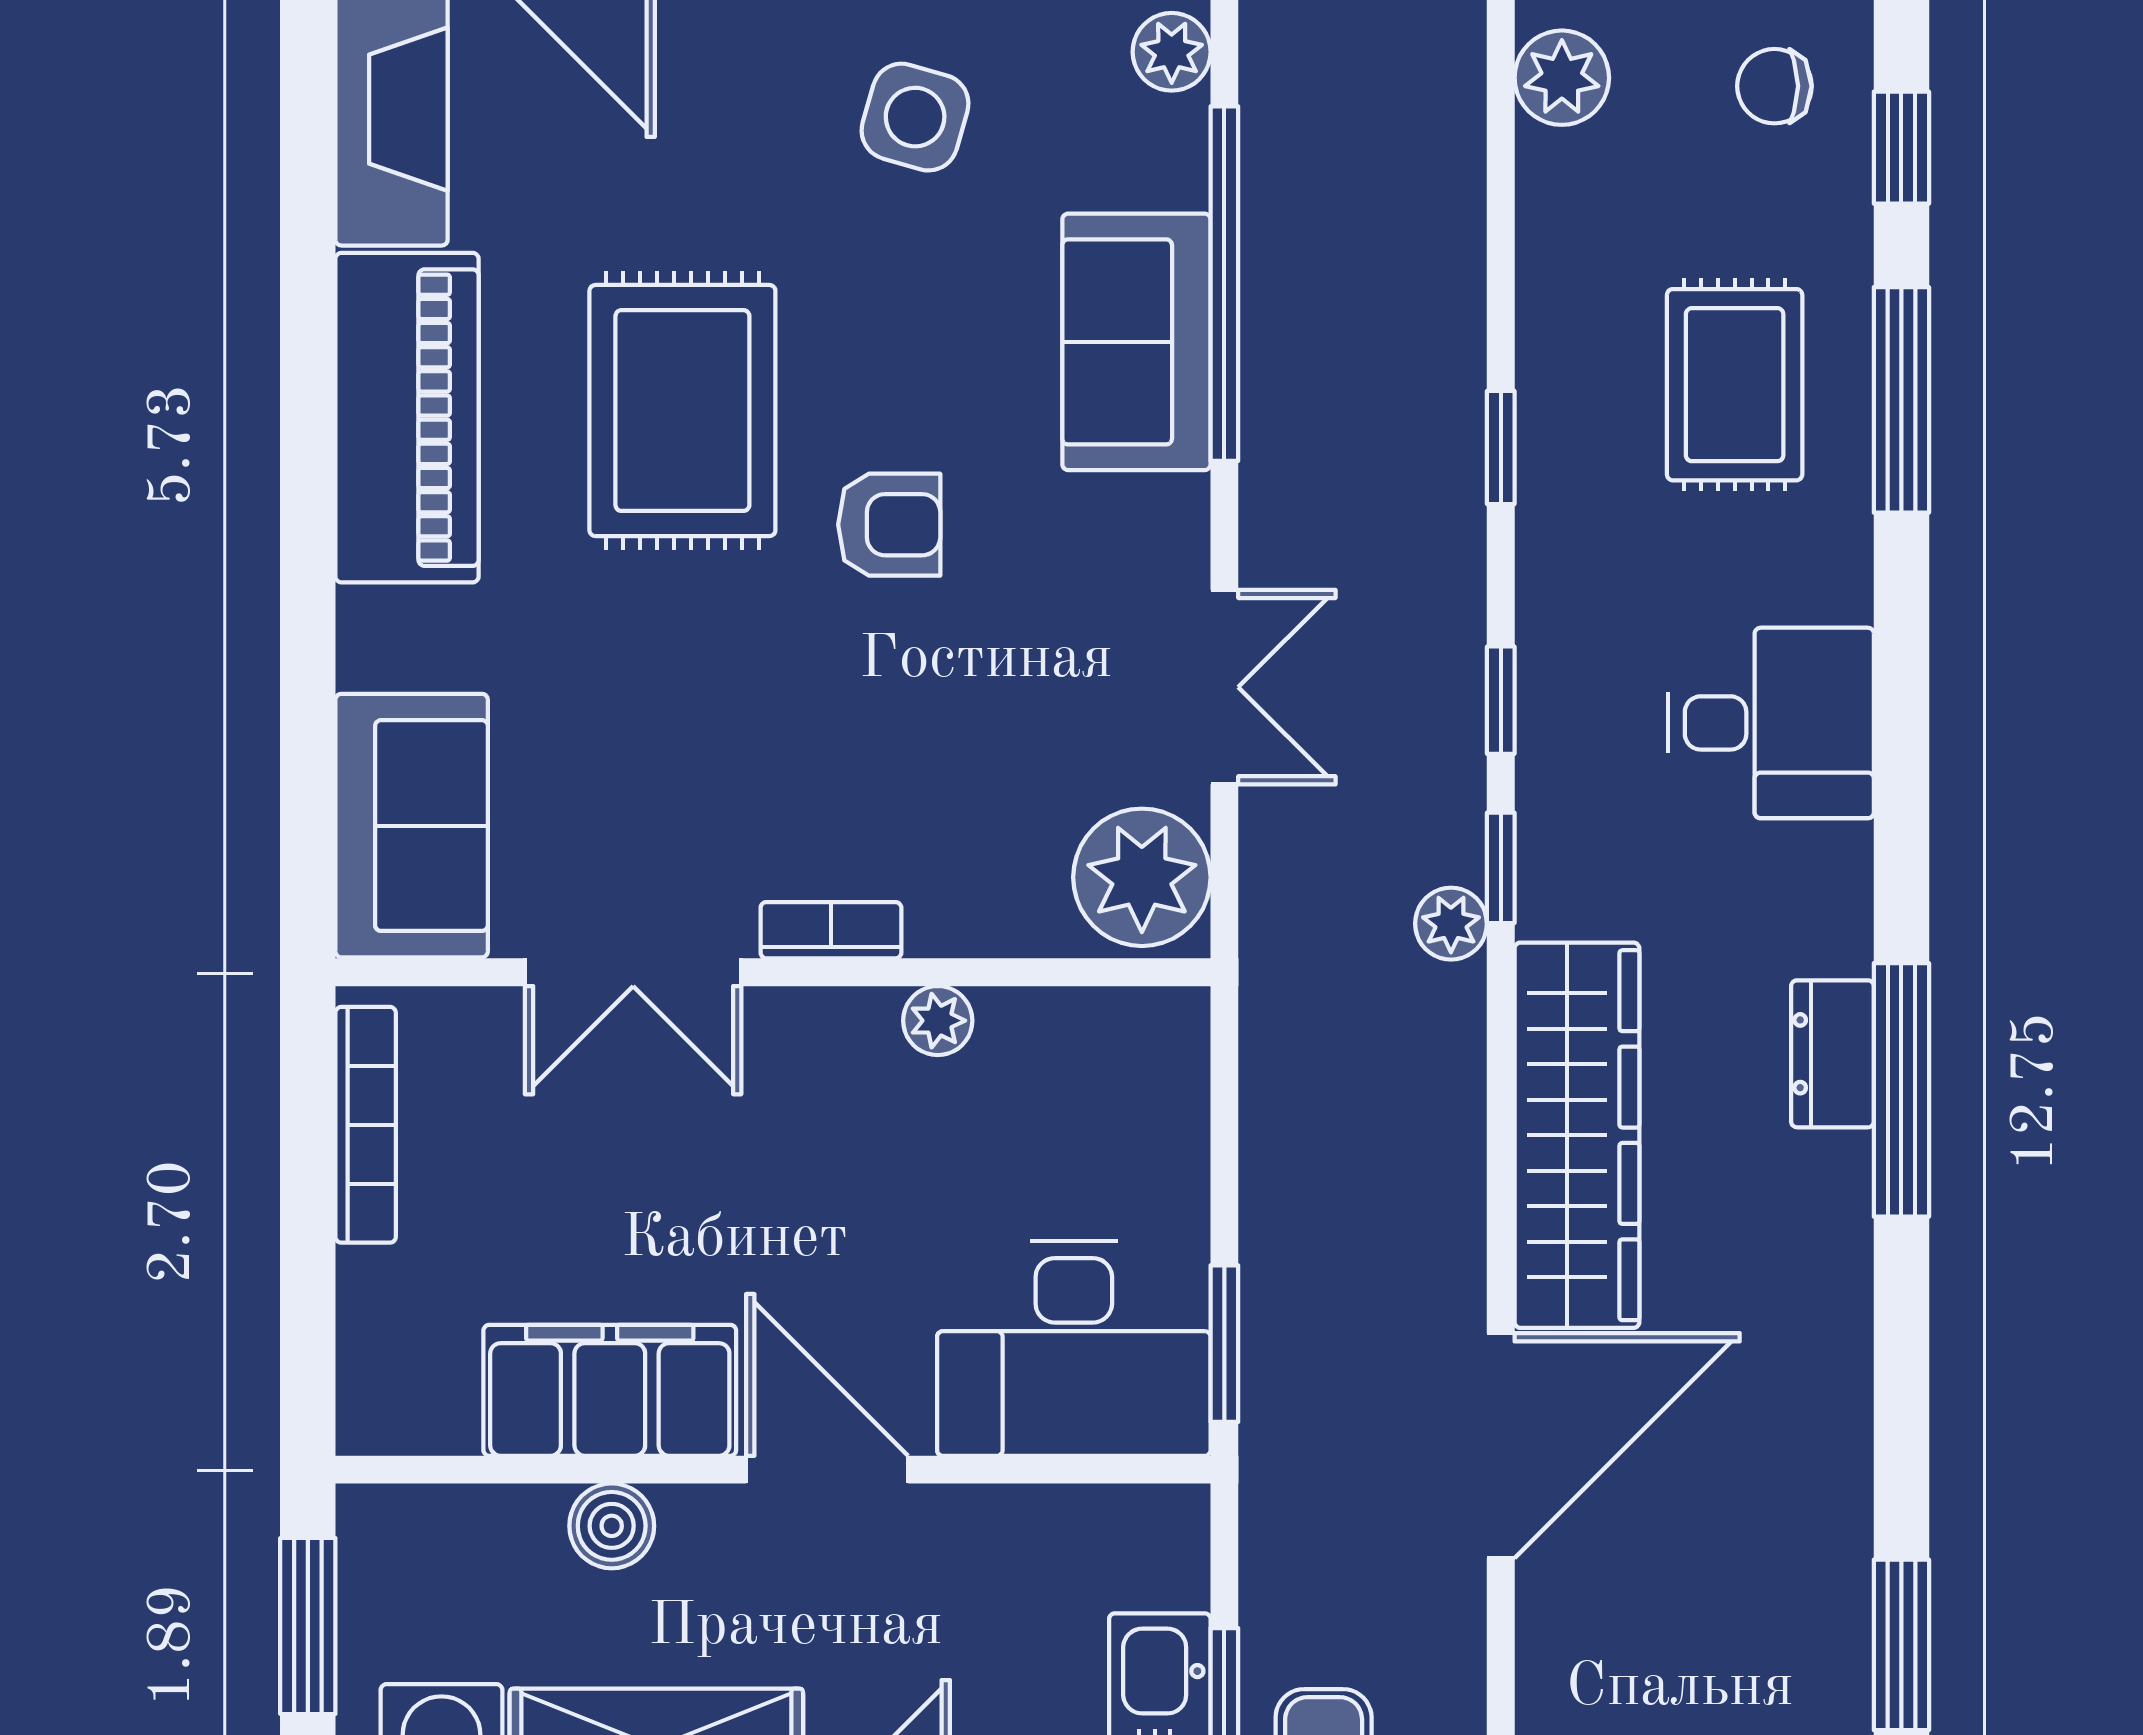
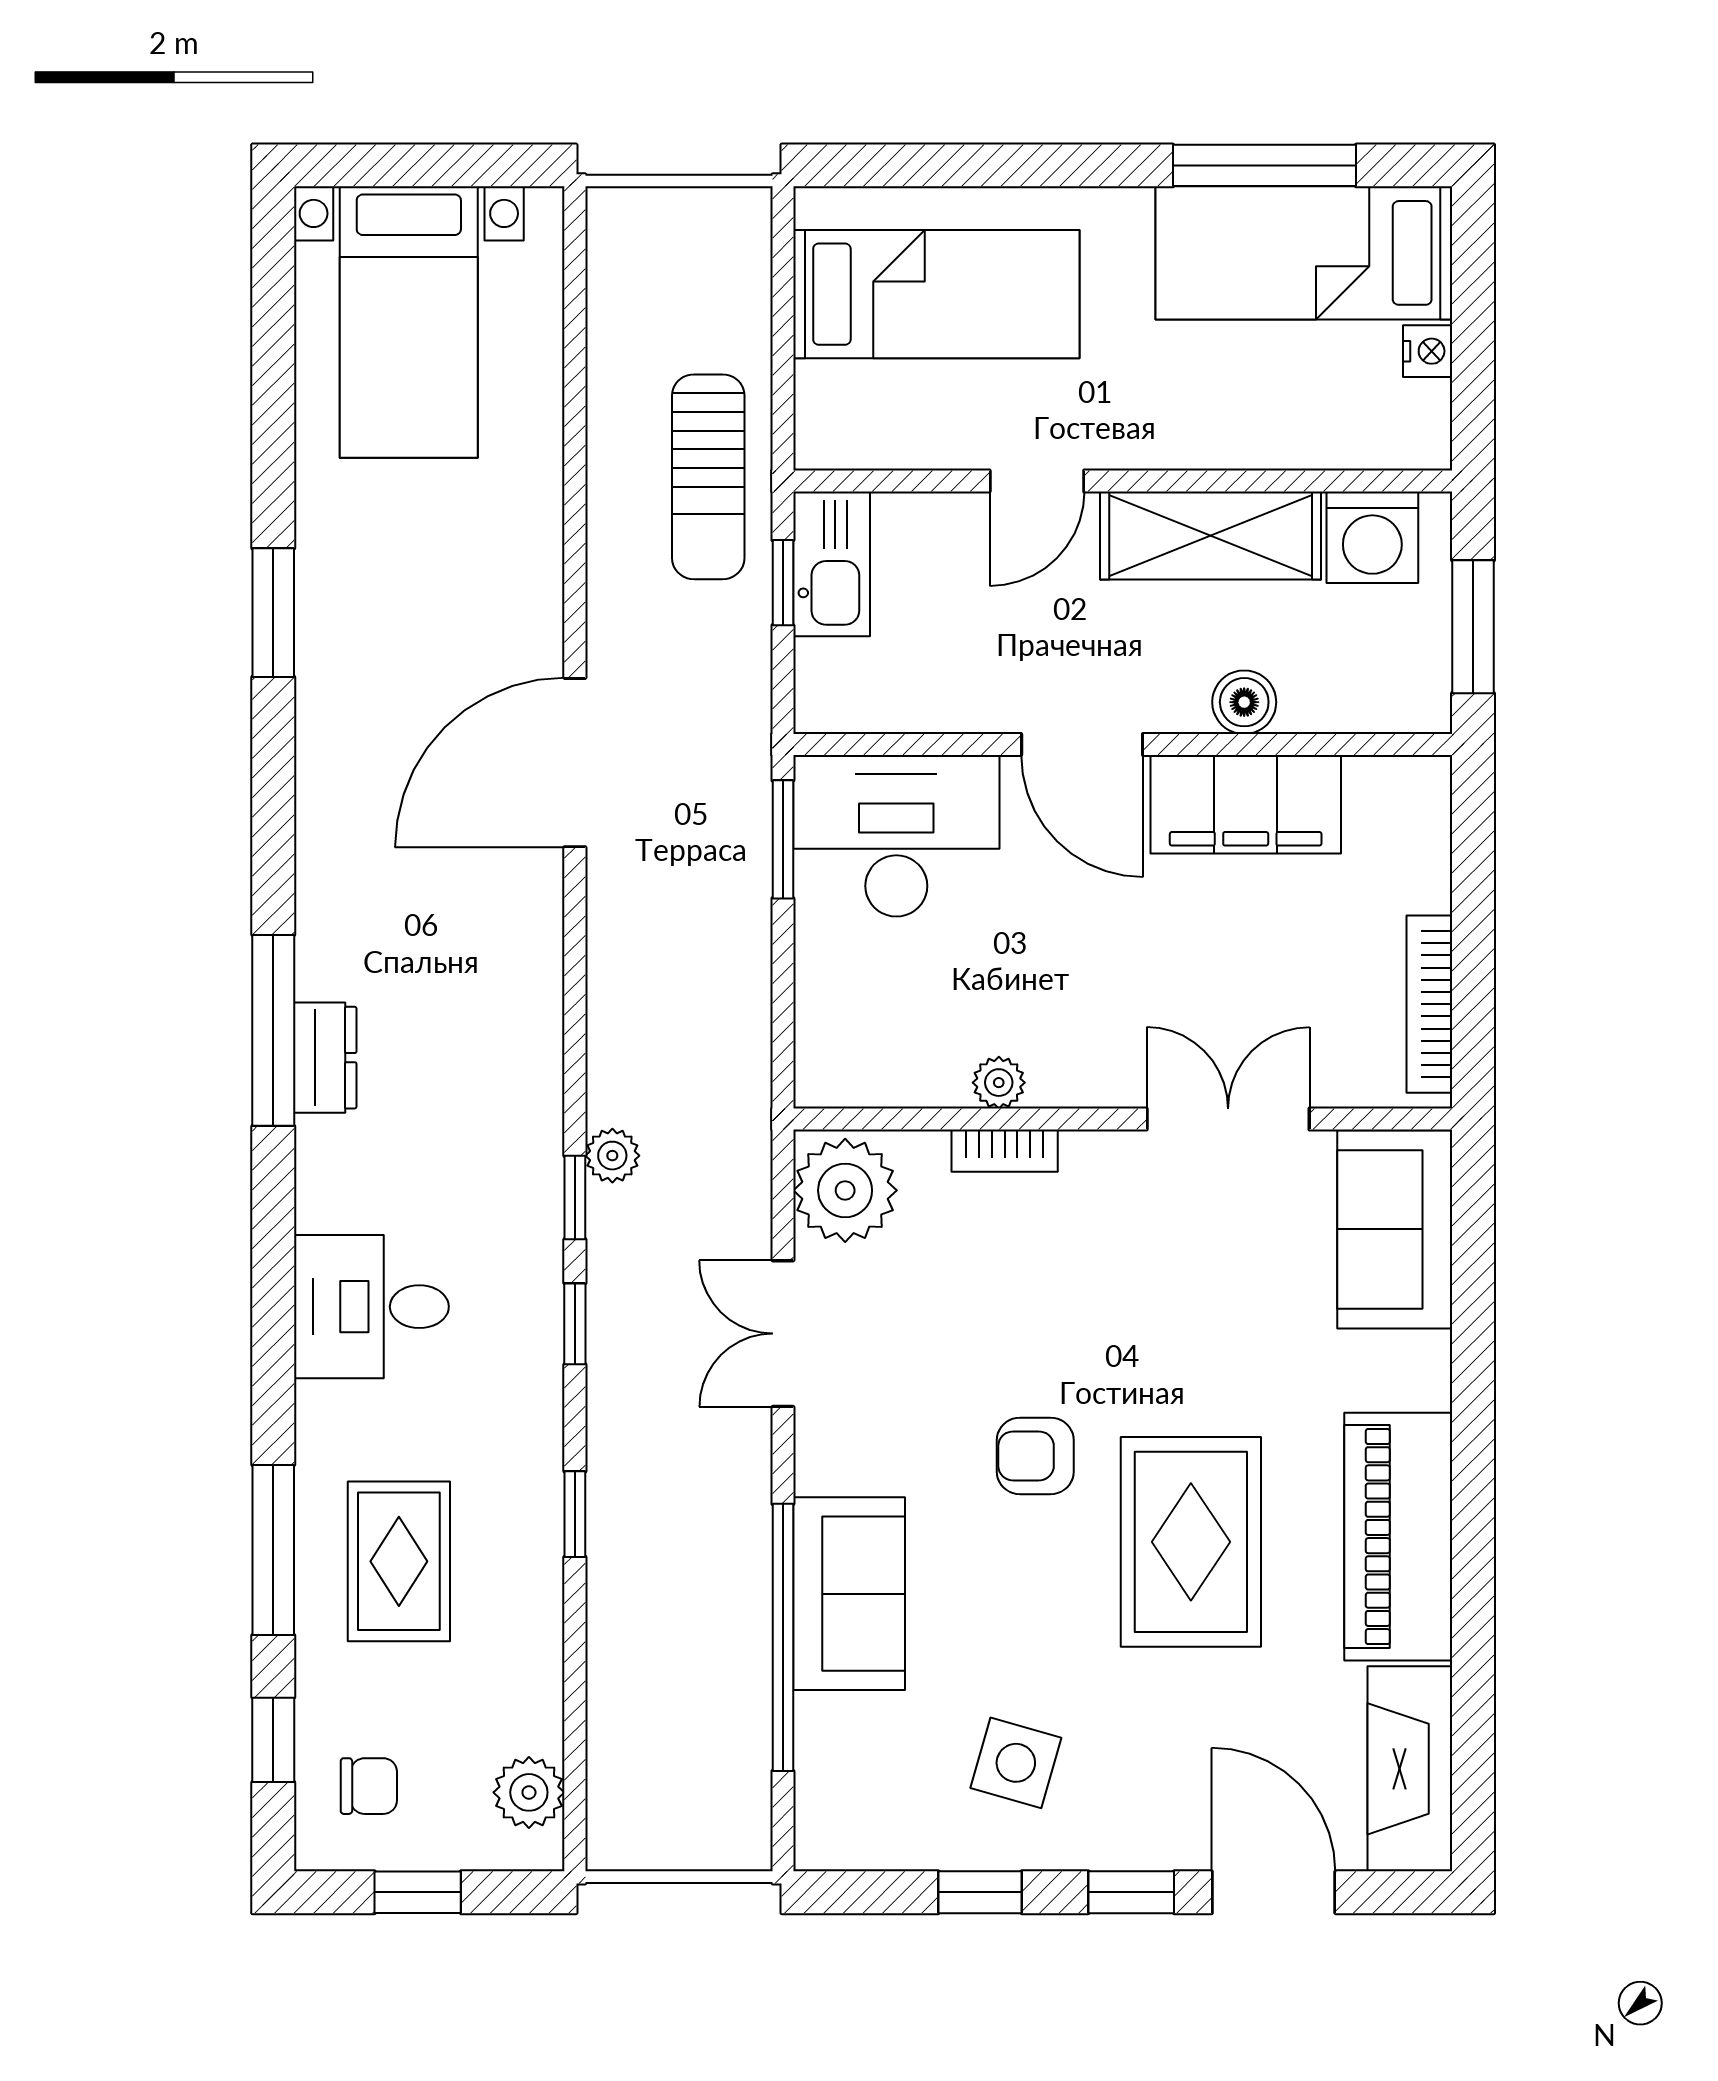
plant: (1172, 52) -> (823, 1812), removed
bookcase: (831, 930) -> (1005, 1151), moved
wardrobe: (1577, 1135) -> (518, 996), removed

